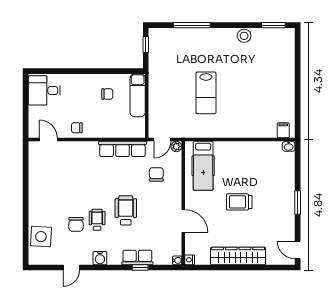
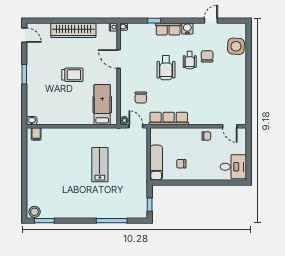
stool: (244, 36) -> (35, 212), moved
door: (162, 140) -> (136, 126), hinge flipped
row of seats: (137, 257) -> (168, 29), moved

